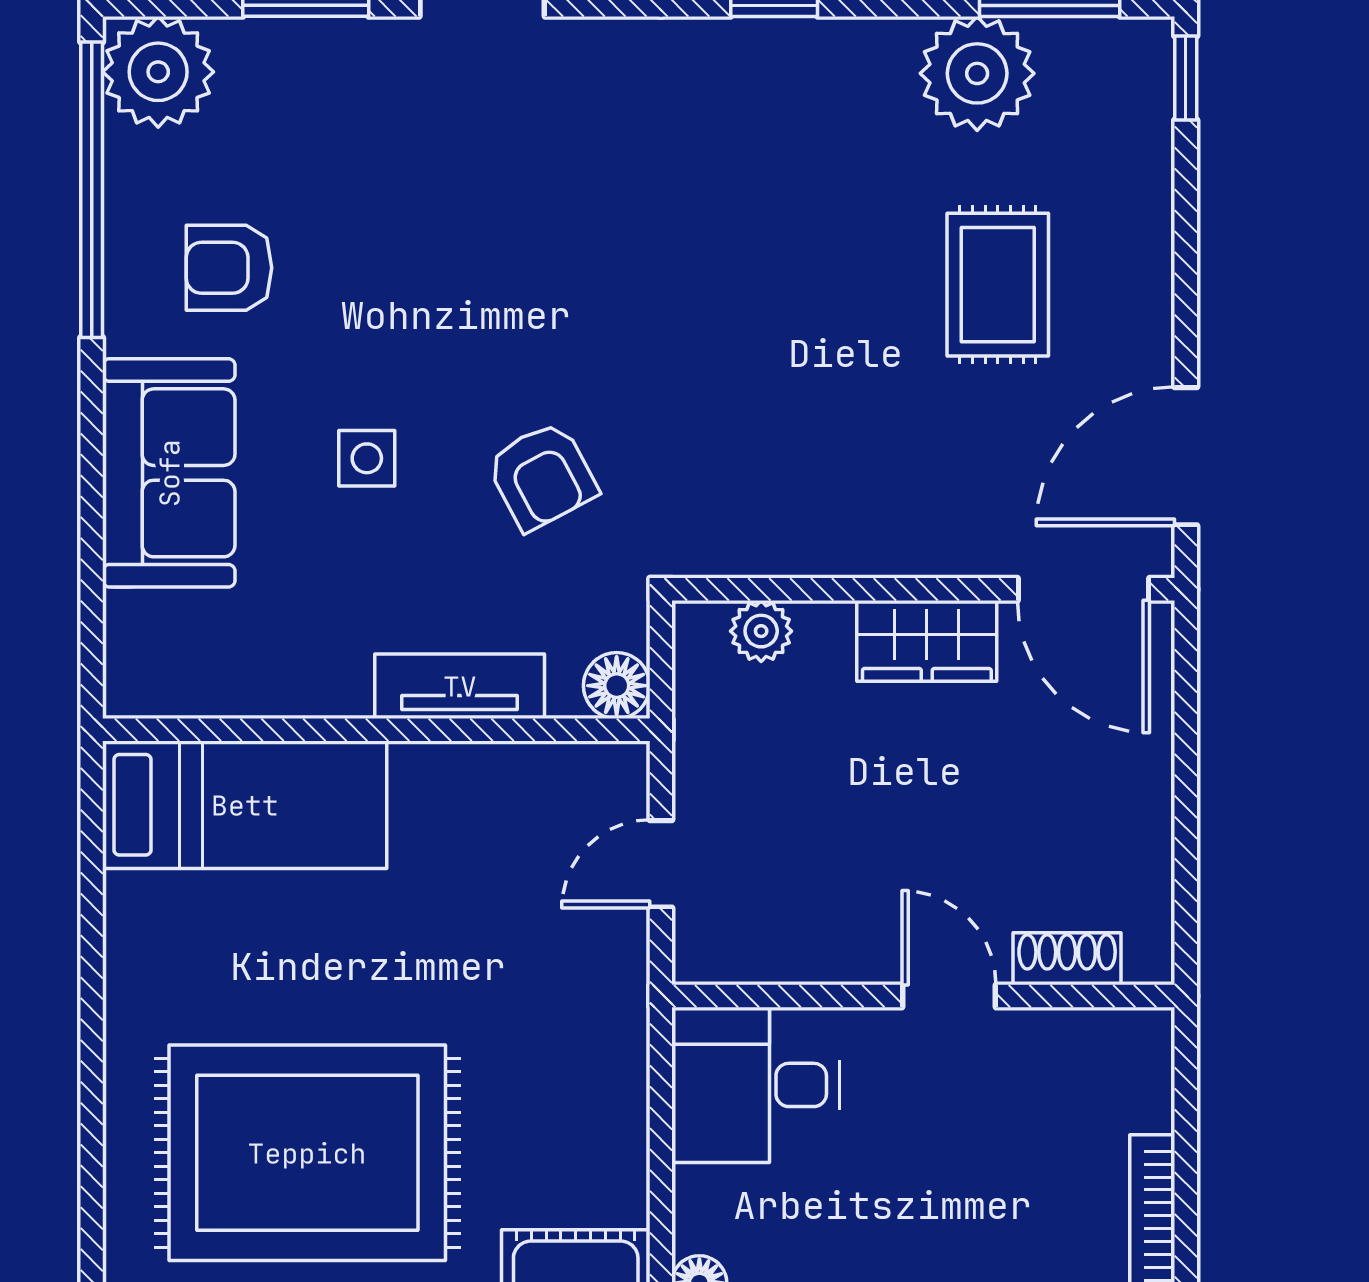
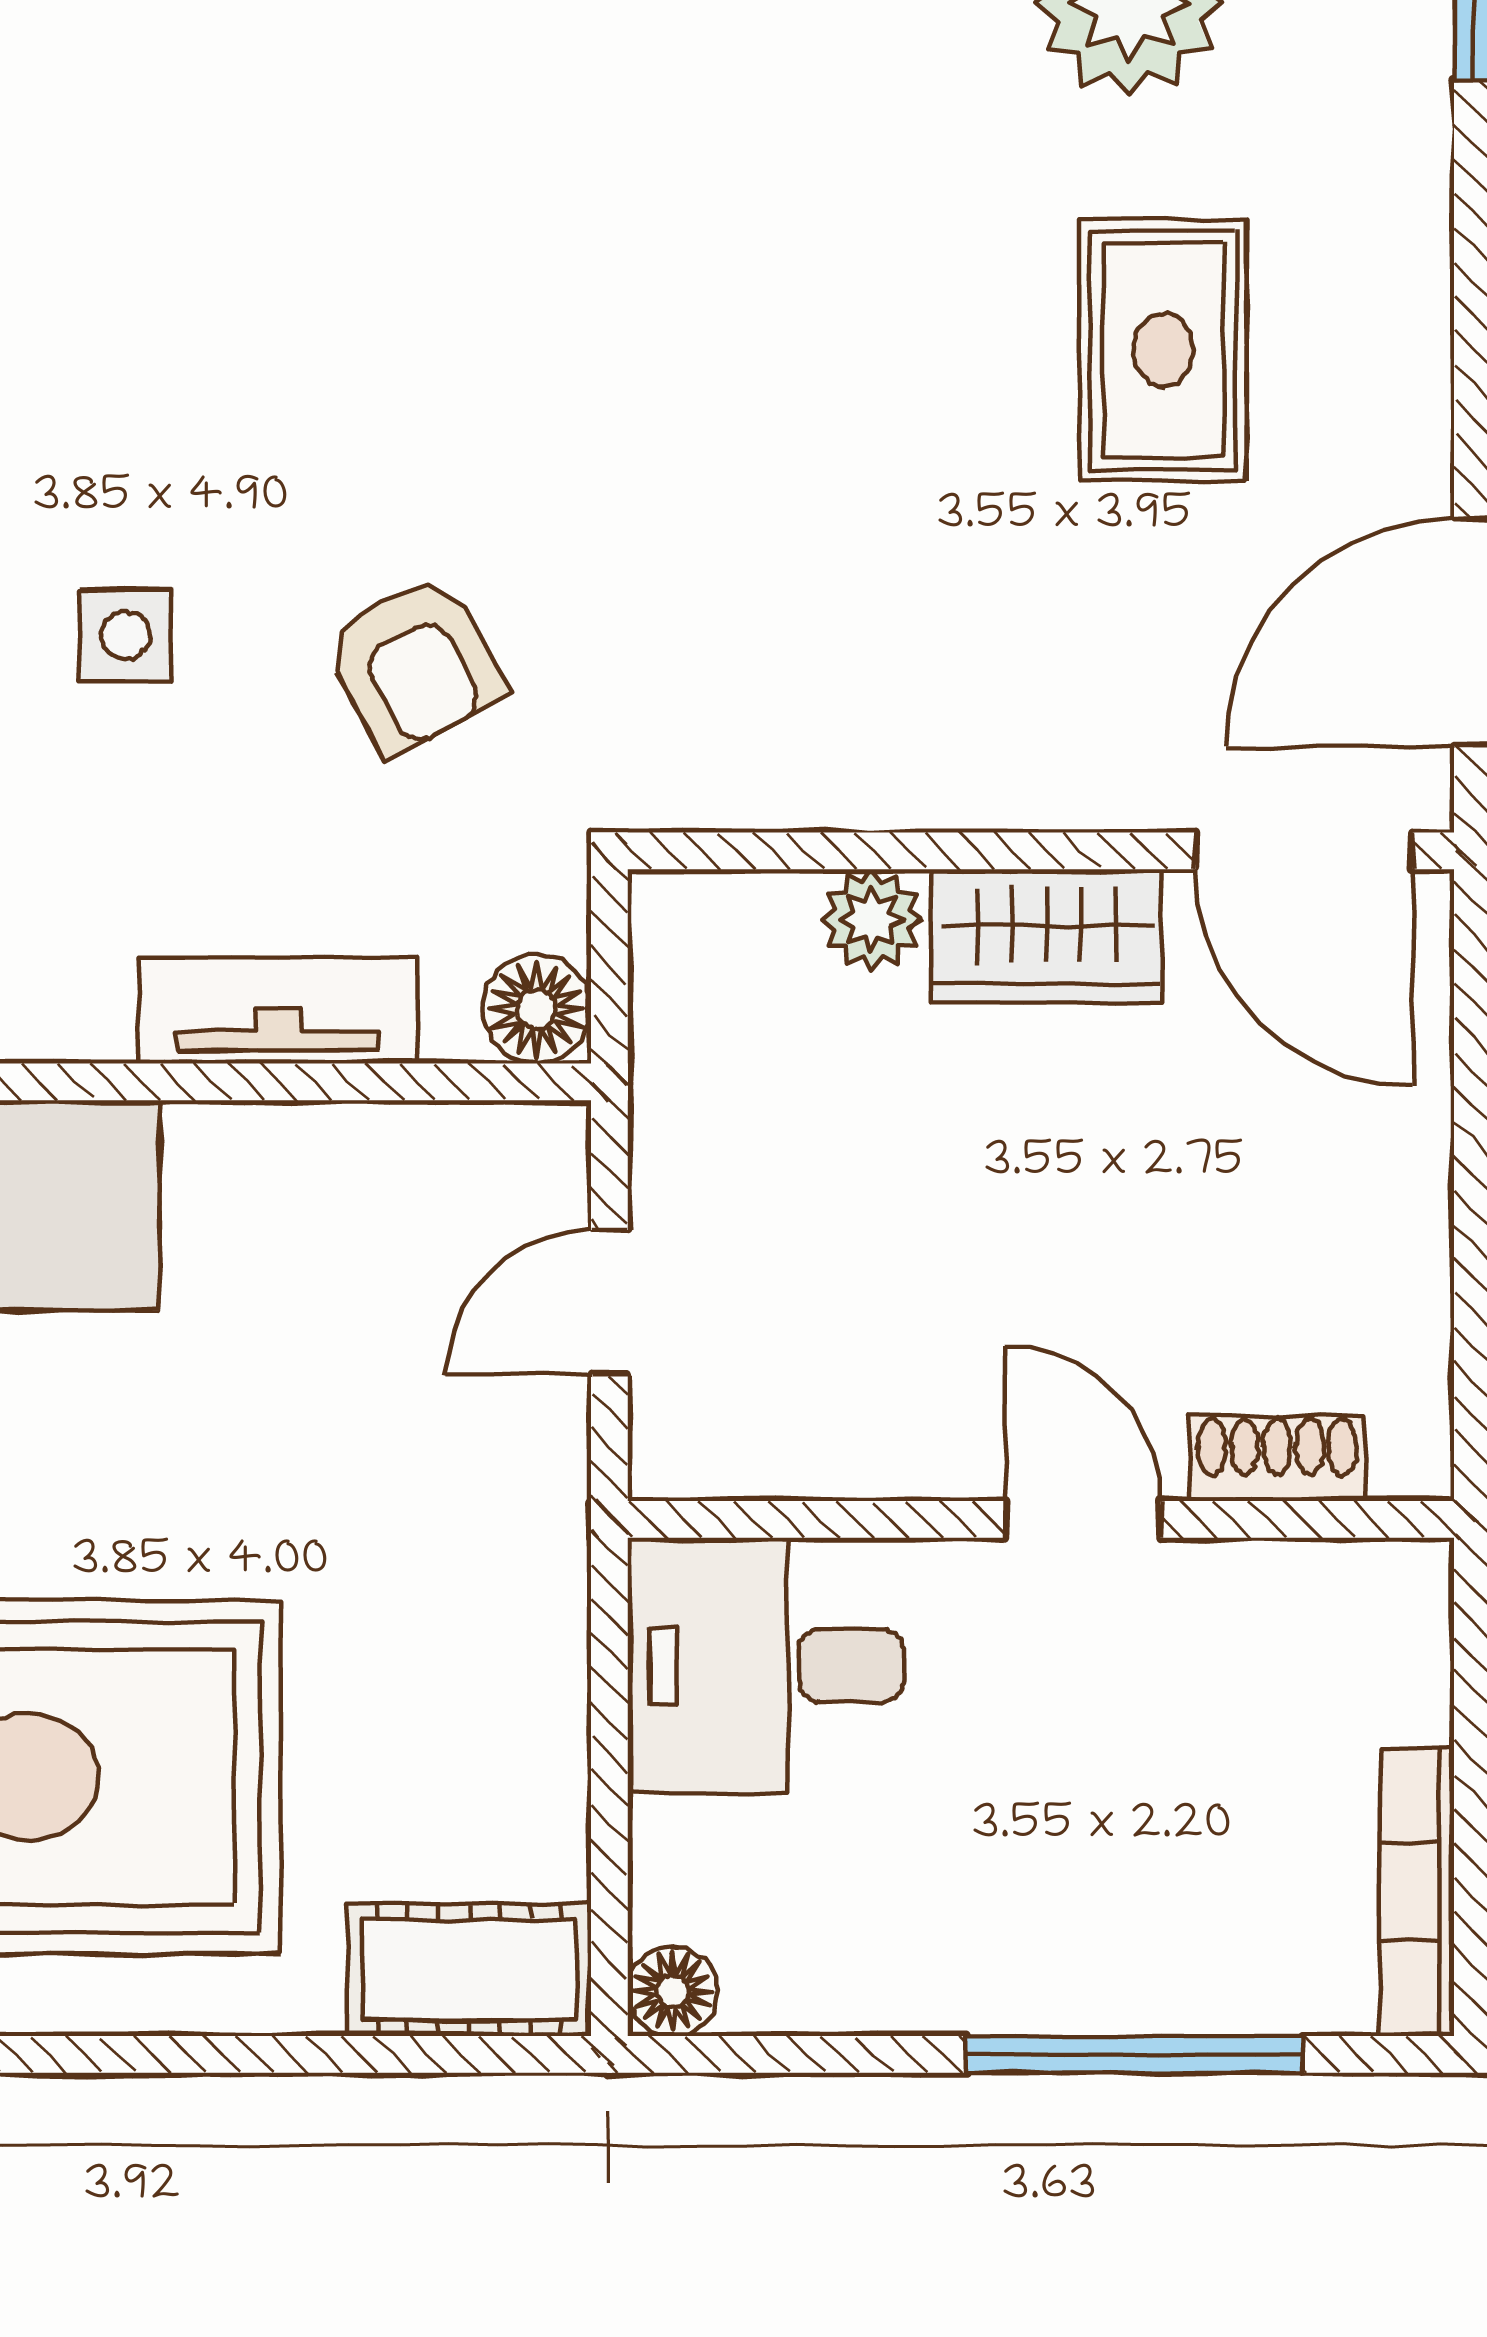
plant: (761, 631) -> (872, 919), moved

